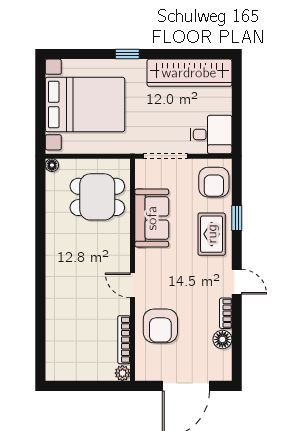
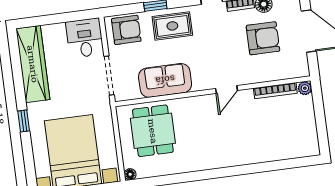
armchair: (160, 326) -> (263, 38), moved

